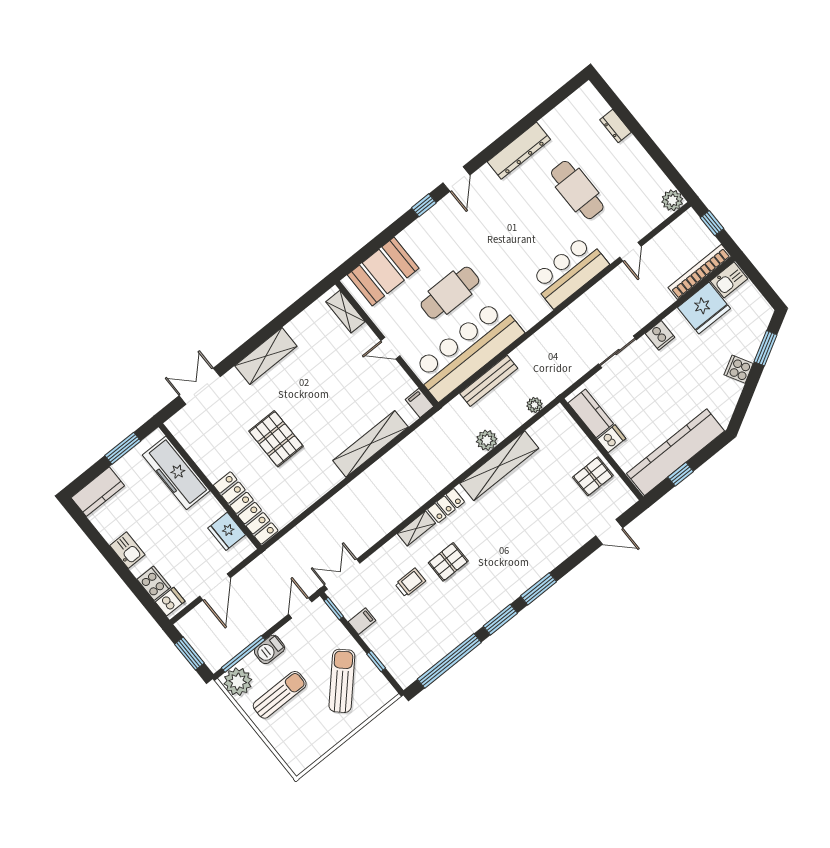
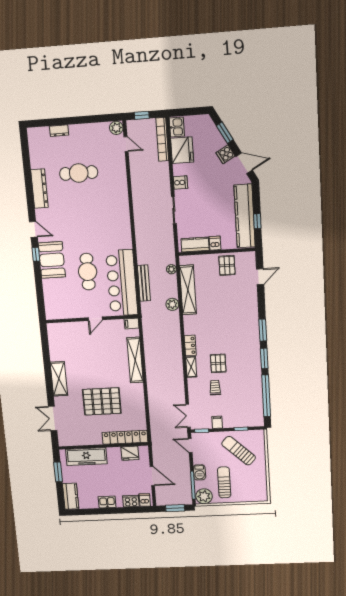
door: (630, 252) -> (126, 144), moved
booth: (383, 271) -> (52, 260), moved
bar counter: (569, 272) -> (117, 206), removed
shelving: (345, 312) -> (63, 328), removed
door: (744, 402) -> (244, 163), added
pallet: (276, 439) -> (102, 401), width x1.37, depth x1.41
shelving: (499, 466) -> (188, 290), moved

